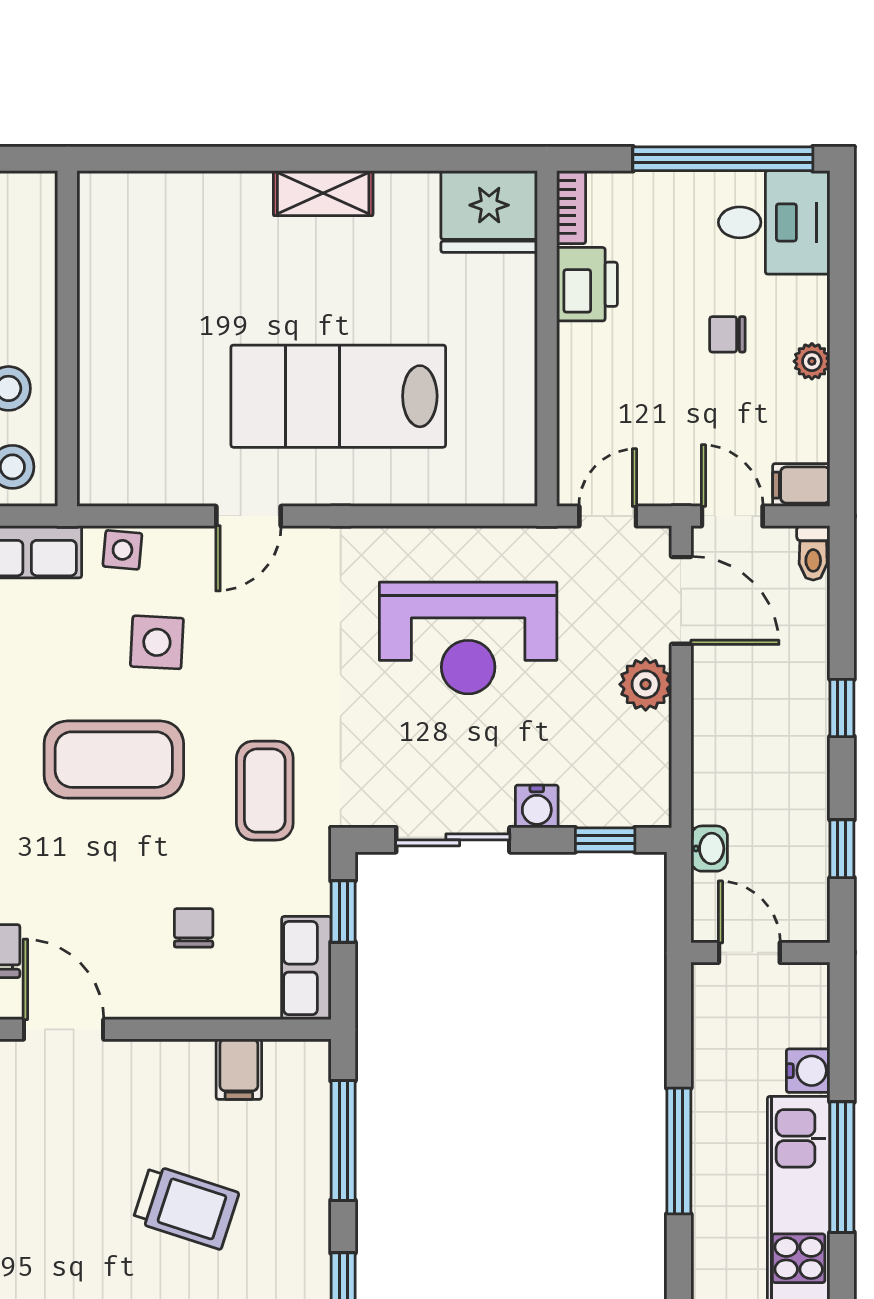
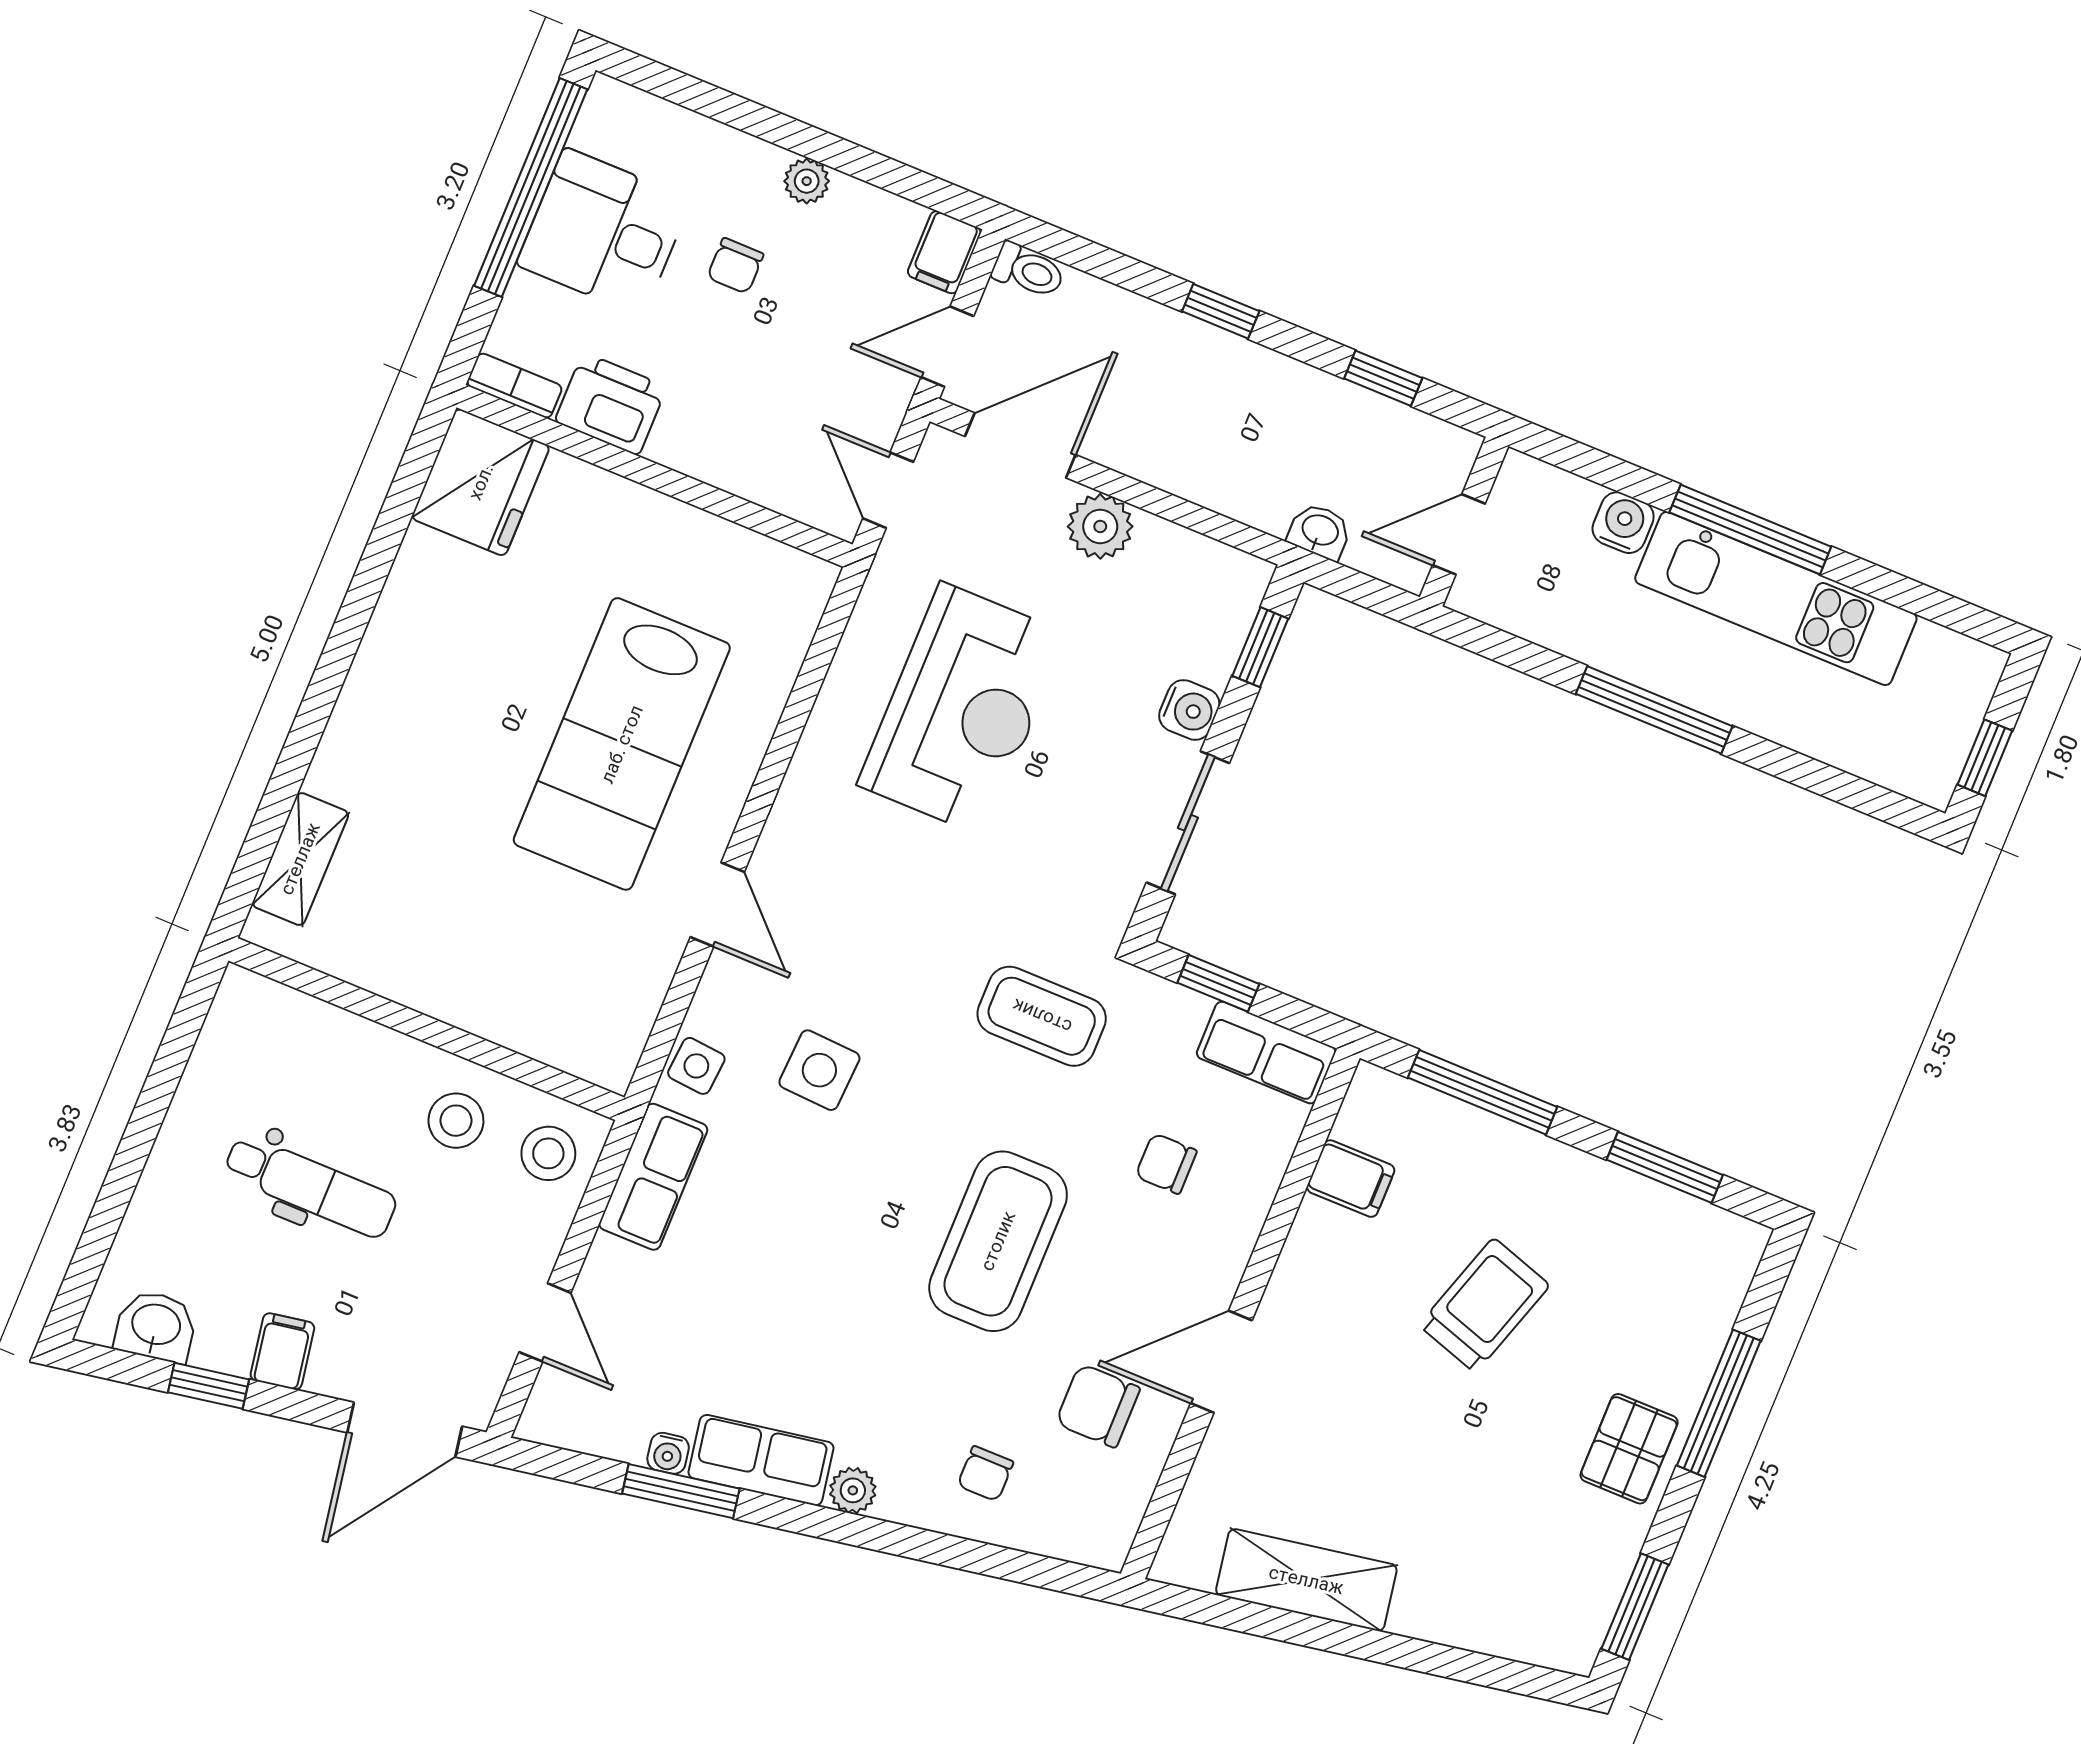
shelving: (323, 193) -> (300, 859), moved
desk: (774, 222) -> (604, 232), moved, turned -90
coffee table: (114, 760) -> (998, 1241), moved

